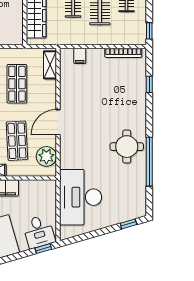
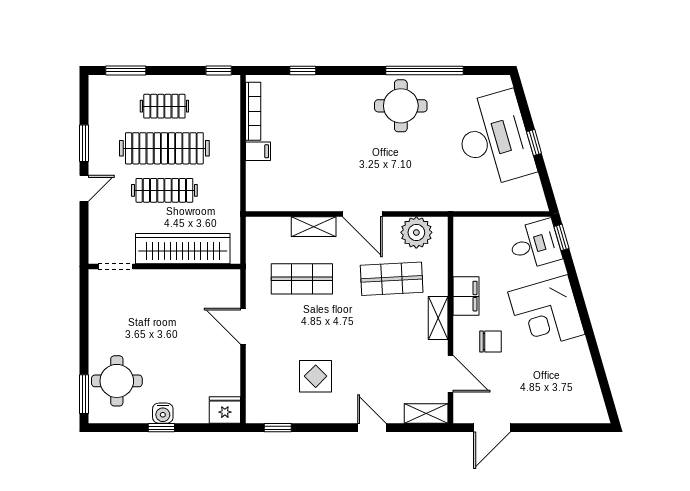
filing cabinet: (80, 56) -> (258, 151), moved
shelving: (50, 65) -> (314, 227), moved
desk: (81, 197) -> (494, 139), moved, turned -106
window: (128, 224) -> (534, 143), moved

